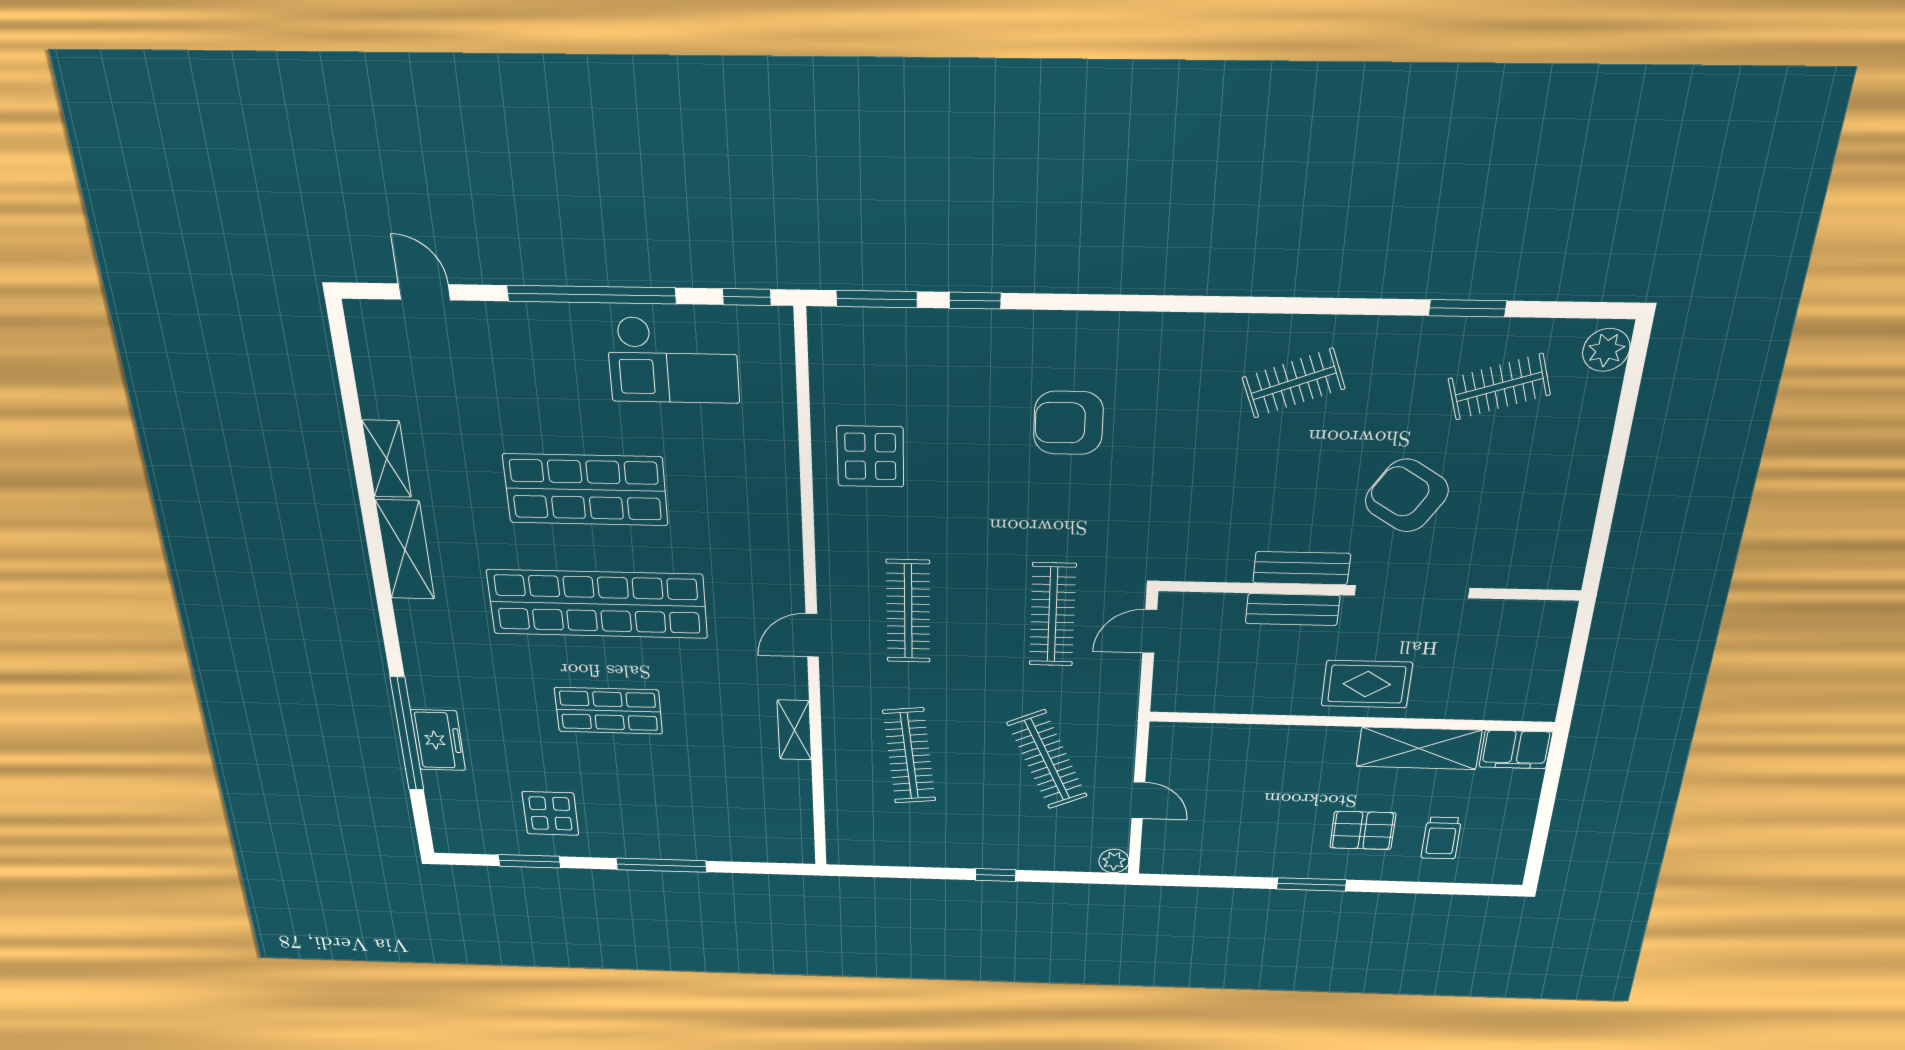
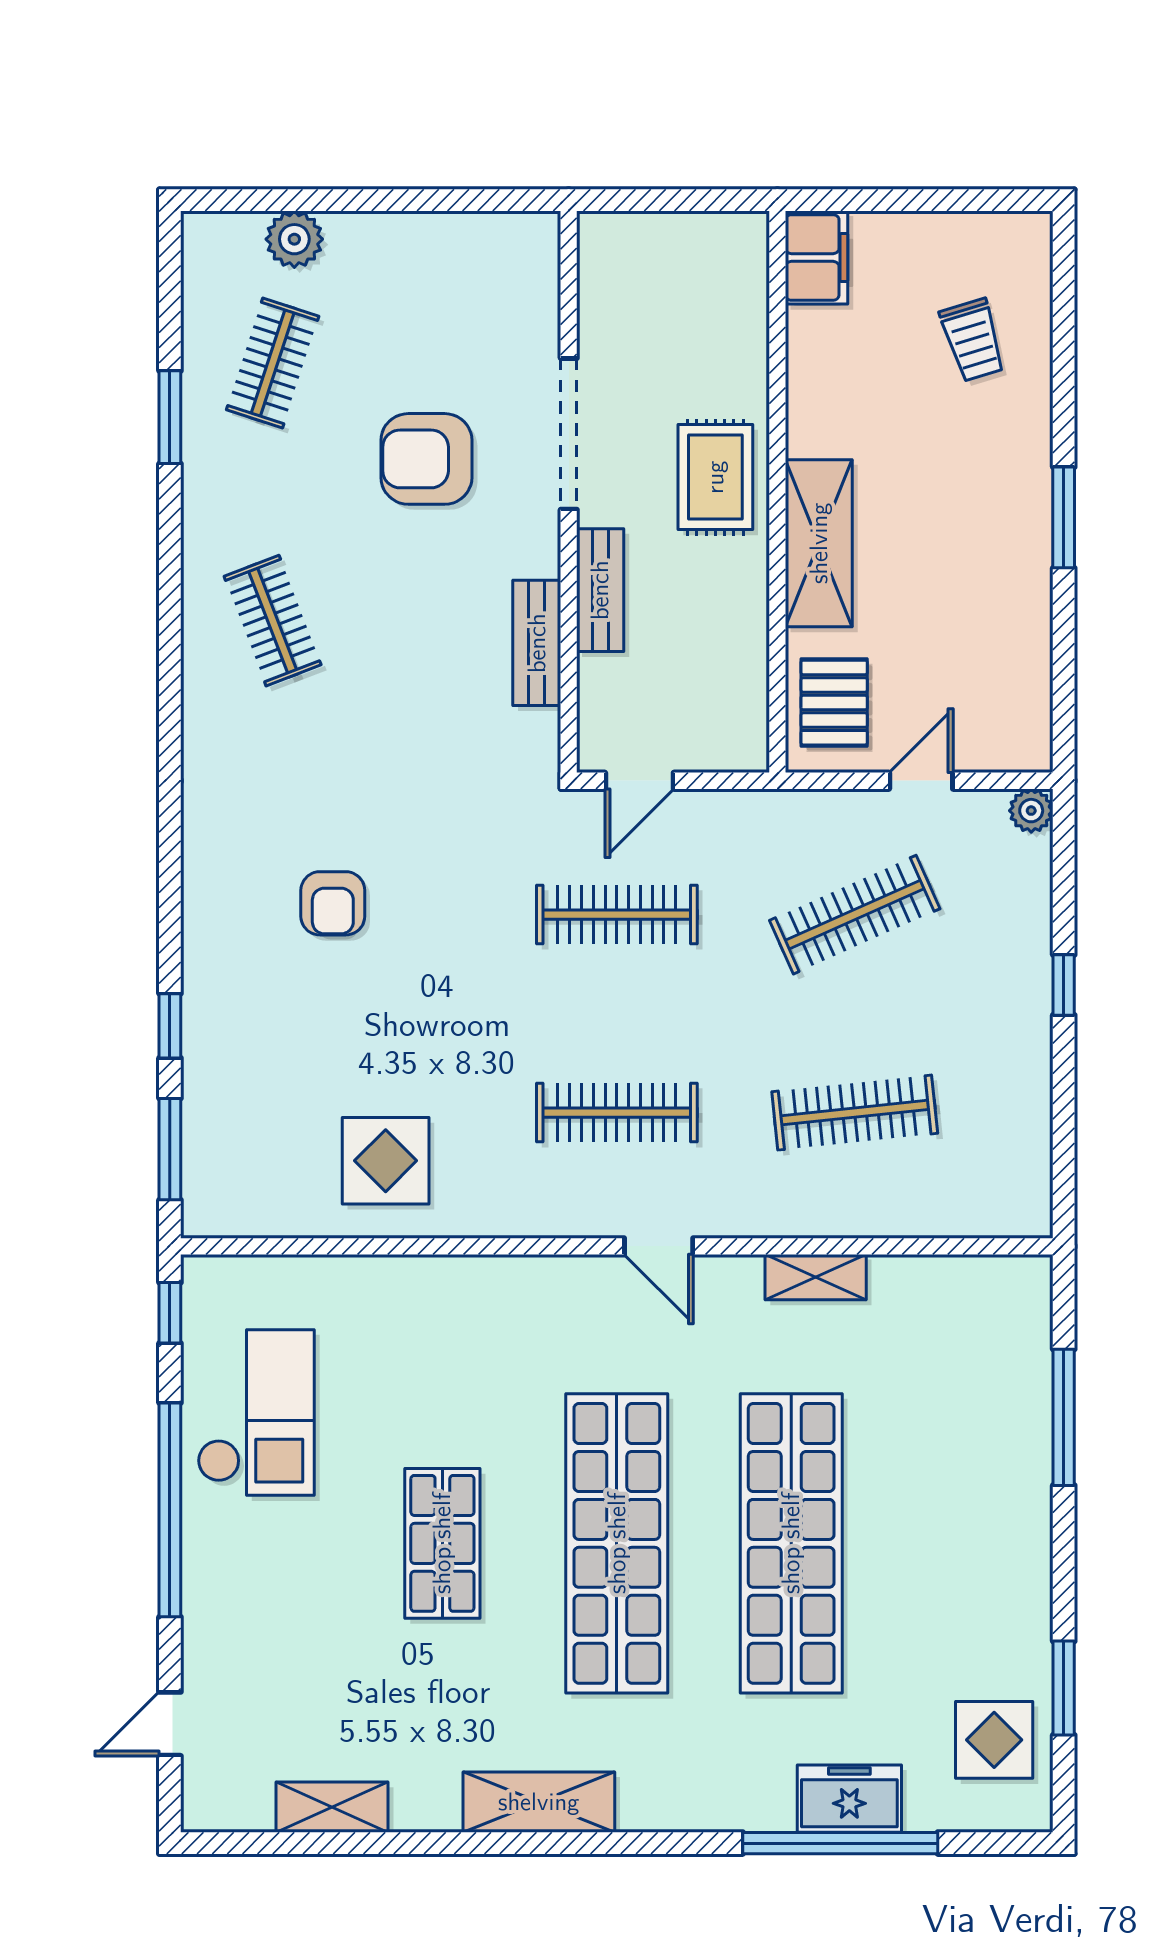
plant: (1606, 350) -> (294, 239), moved
clothes rail: (1499, 387) -> (273, 363), turned 36
armchair: (1068, 423) -> (333, 903), width x0.72, depth x0.72
shelving: (387, 459) -> (332, 1807), moved
shop shelf: (586, 490) -> (442, 1543), width x0.70, depth x0.74
armchair: (1407, 496) -> (426, 459), turned 58
bench: (1302, 568) -> (537, 643), moved
door: (1150, 631) -> (639, 781), hinge flipped
shop shelf: (609, 711) -> (791, 1543), width x2.00, depth x1.36
shelving: (1419, 748) -> (819, 543), moved
display table: (550, 813) -> (994, 1740), moved
pallet: (1363, 830) -> (834, 703), moved
trolley: (1441, 838) -> (973, 340), turned 73
window: (661, 865) -> (1064, 1417), moved

